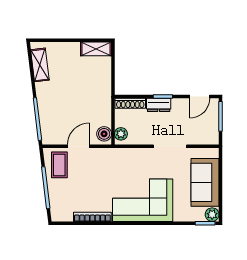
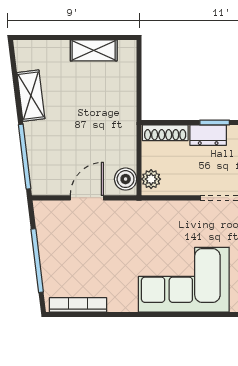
shelving: (96, 49) -> (94, 50), moved
shelving: (40, 65) -> (31, 96), moved
coffee table: (59, 165) -> (58, 226), removed
bookcase: (92, 217) -> (78, 305), moved

